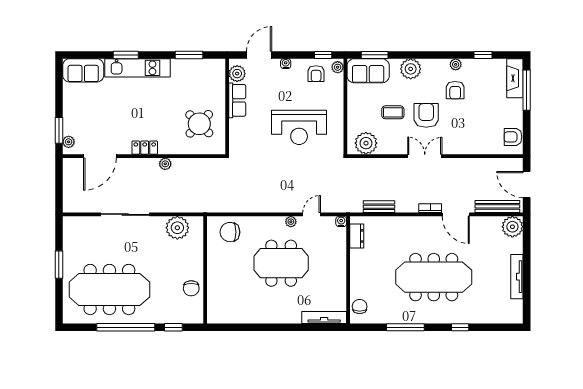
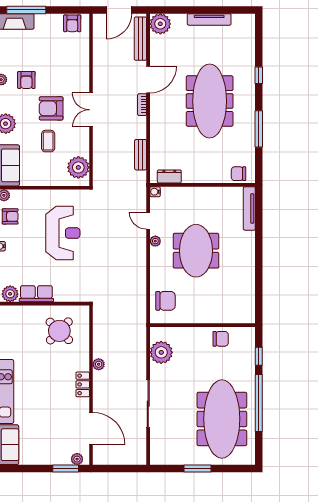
armchair: (455, 90) -> (26, 80), turned 90
chair: (230, 232) -> (165, 301), turned -90

